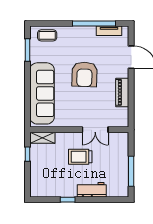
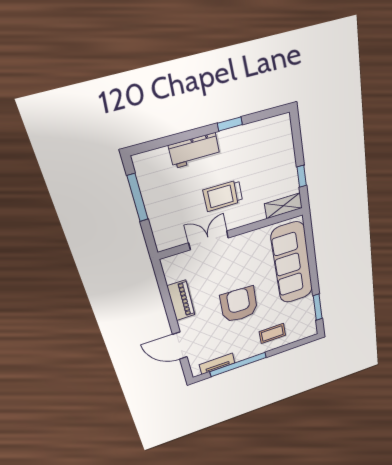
coffee table: (47, 35) -> (272, 333), moved
trolley: (80, 157) -> (223, 196), turned 180

